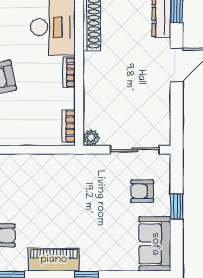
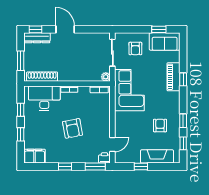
corner sofa: (67, 180) -> (129, 90), added
window: (177, 207) -> (159, 29), moved
piano: (54, 260) -> (174, 77), moved

